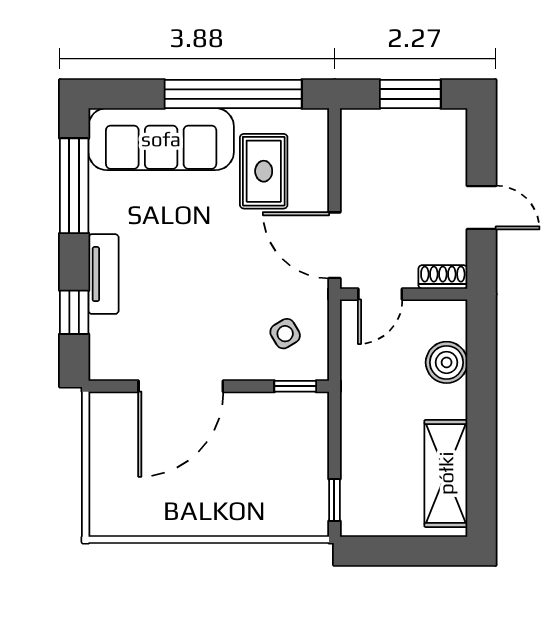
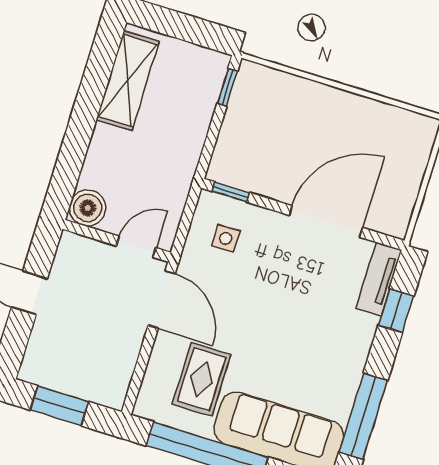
tv unit: (104, 274) -> (379, 279), moved
shoe rack: (443, 277) -> (80, 245), removed
side table: (285, 334) -> (226, 238), turned 31
boiler: (447, 362) -> (88, 208), moved

